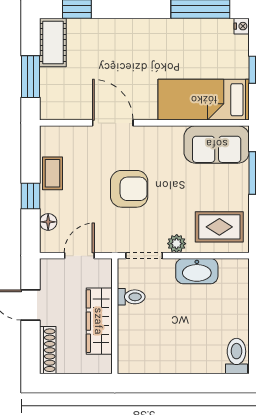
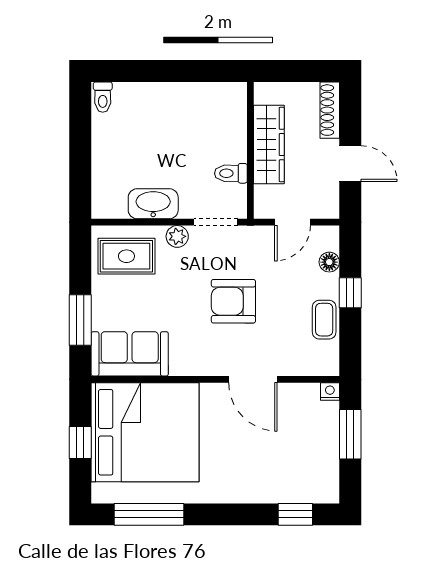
nightstand: (242, 26) -> (330, 392), moved, turned 90
cot: (53, 42) -> (324, 475), removed
bed: (204, 100) -> (145, 432), width x2.04
toilet: (236, 356) -> (103, 97), width x0.73, depth x0.72

